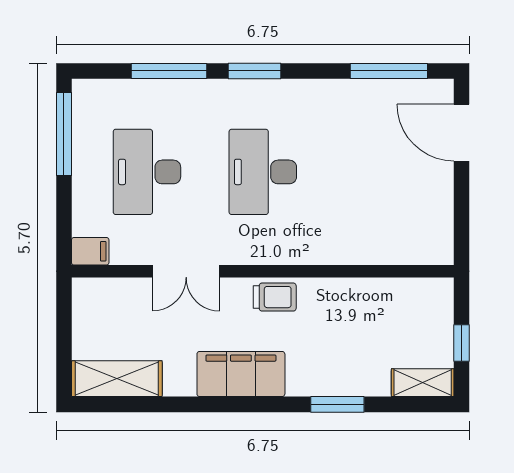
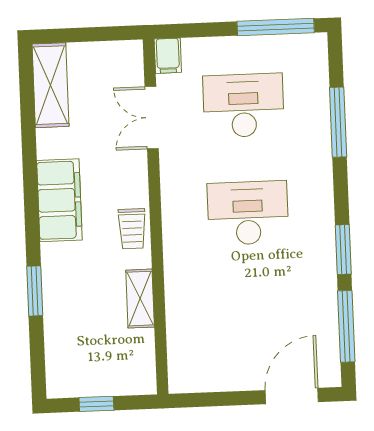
window: (254, 71) -> (343, 250), moved
double door: (186, 271) -> (152, 118), moved
shelving: (423, 383) -> (140, 299), moved

